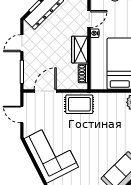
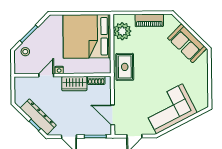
door: (89, 19) -> (46, 75), hinge flipped
rug: (79, 104) -> (125, 67), moved

